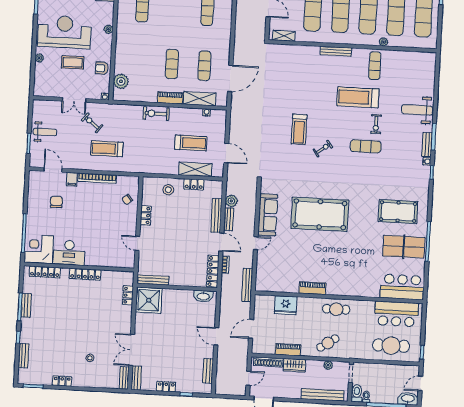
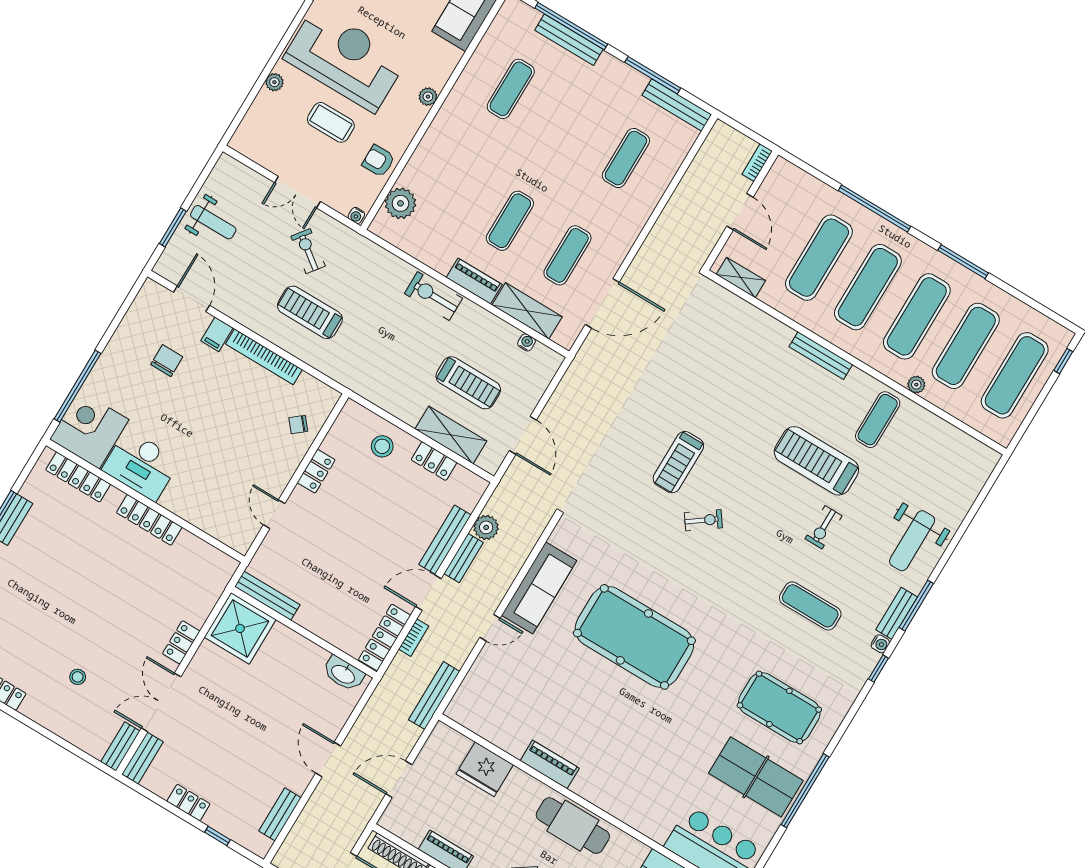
weight bench: (417, 110) -> (912, 541), turned -90
exercise mat: (366, 146) -> (810, 606), moved
door: (221, 242) -> (428, 593), swing flipped
locker: (128, 295) -> (181, 642), moved
cafe table: (336, 309) -> (573, 826), width x1.37, depth x1.35

